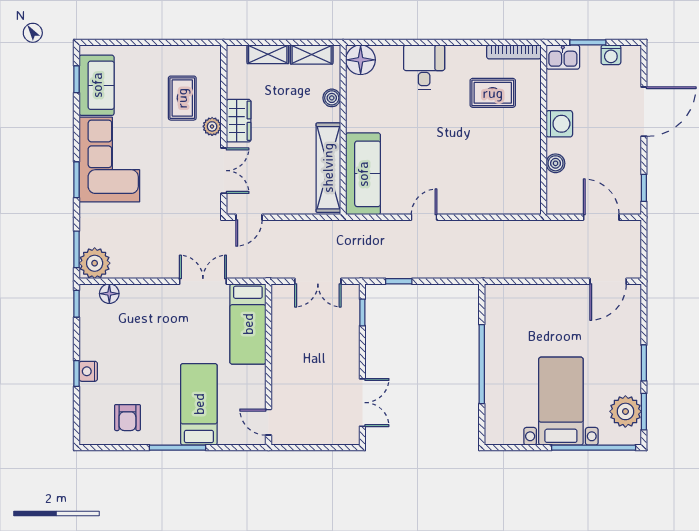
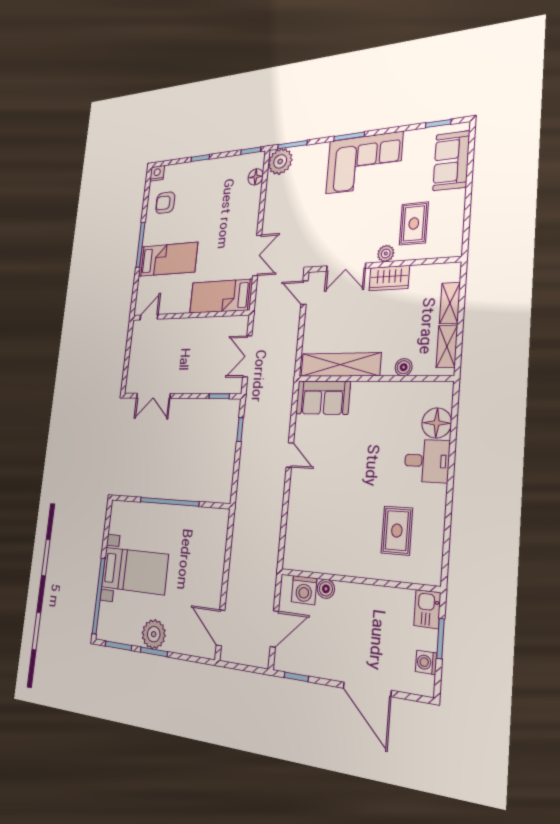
bookcase: (514, 52) -> (436, 557), removed
floor lamp: (361, 60) -> (437, 423), moved
sofa: (97, 85) -> (451, 161), moved, turned 90
rug: (182, 98) -> (414, 223), turned 90
washing machine: (559, 124) -> (304, 590), moved
sofa: (363, 174) -> (323, 398), width x0.73
nightstand: (88, 371) -> (157, 173), moved
plant: (625, 411) -> (154, 634), moved

